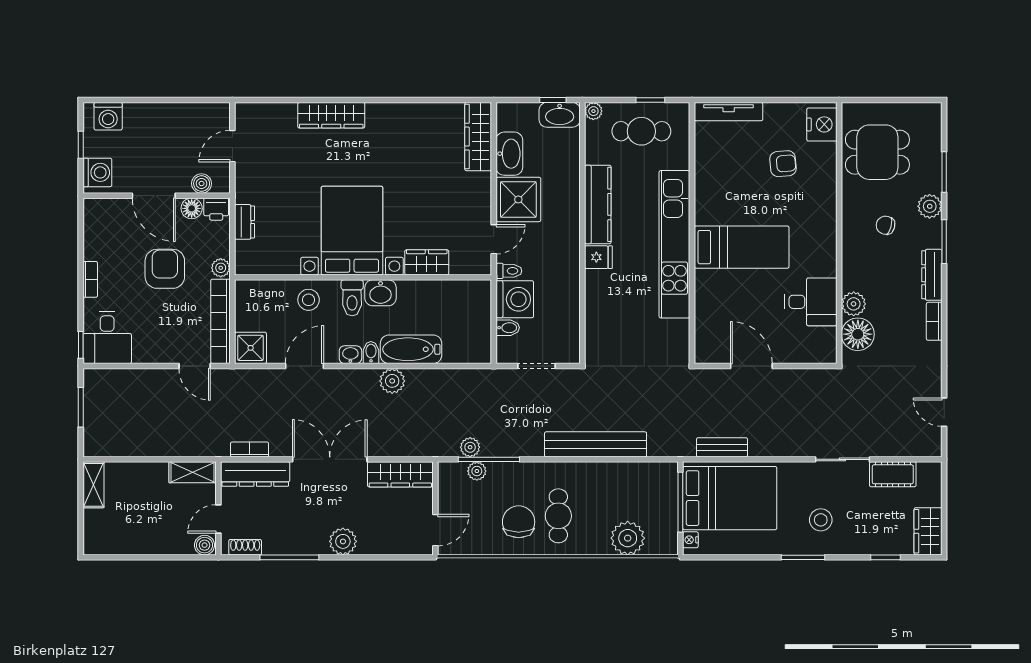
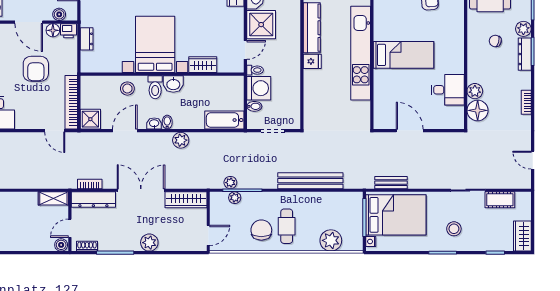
plant: (221, 268) -> (71, 68), removed
armchair: (165, 269) -> (36, 69), turned 180
dresser: (932, 275) -> (525, 54), moved
bathtub: (411, 349) -> (224, 120), moved

